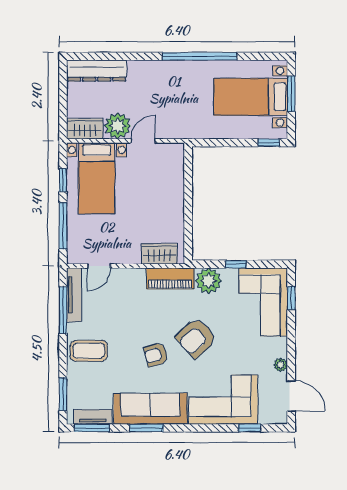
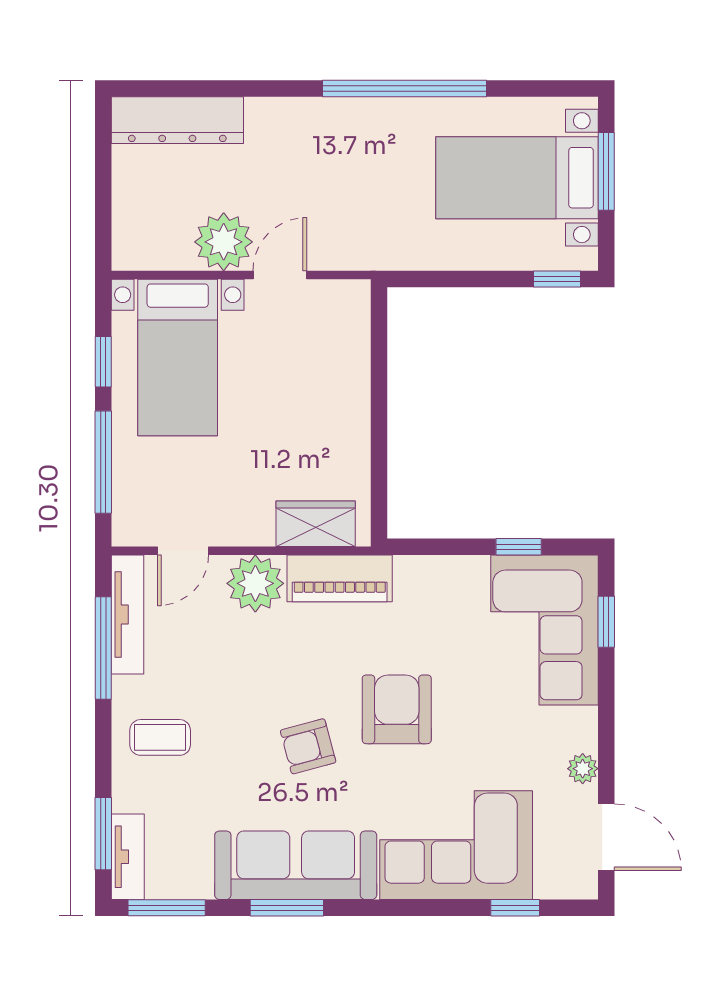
wardrobe: (85, 129) -> (152, 248), removed
window: (236, 264) -> (519, 547), moved
plant: (209, 281) -> (255, 583), moved
armchair: (196, 338) -> (397, 709), turned 132
coffee table: (89, 351) -> (160, 737), width x0.73, depth x0.77
tv unit: (93, 417) -> (128, 857), moved, turned 90

